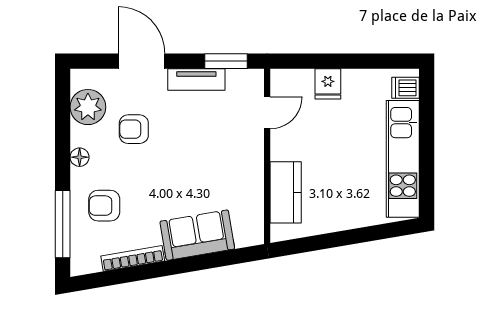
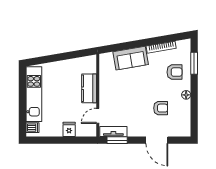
tv unit: (196, 79) -> (113, 131), moved
plant: (88, 107) -> (182, 118), removed
kitchen counter: (286, 192) -> (89, 88), moved
window: (63, 224) -> (194, 63), width x0.69

